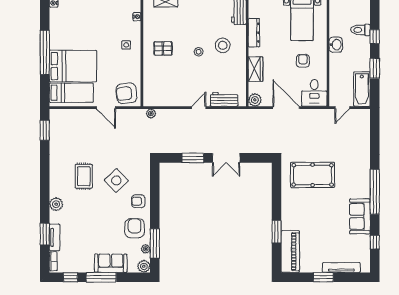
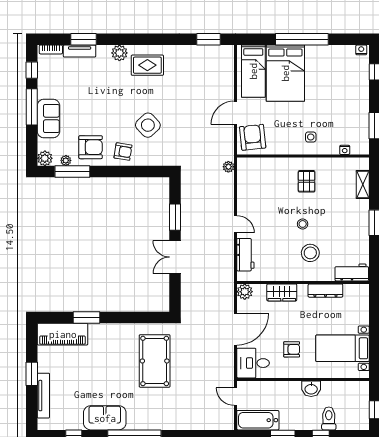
rug: (84, 176) -> (147, 65), moved
armchair: (138, 201) -> (123, 152), turned 99

